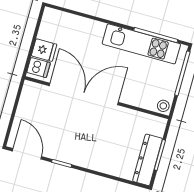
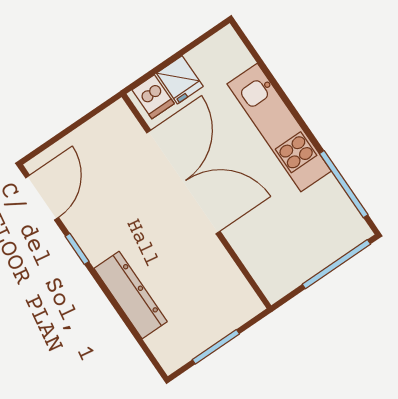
kitchen unit: (141, 44) -> (279, 127), moved
stool: (163, 106) -> (275, 286), removed
dresser: (148, 160) -> (131, 295), moved, turned 90

